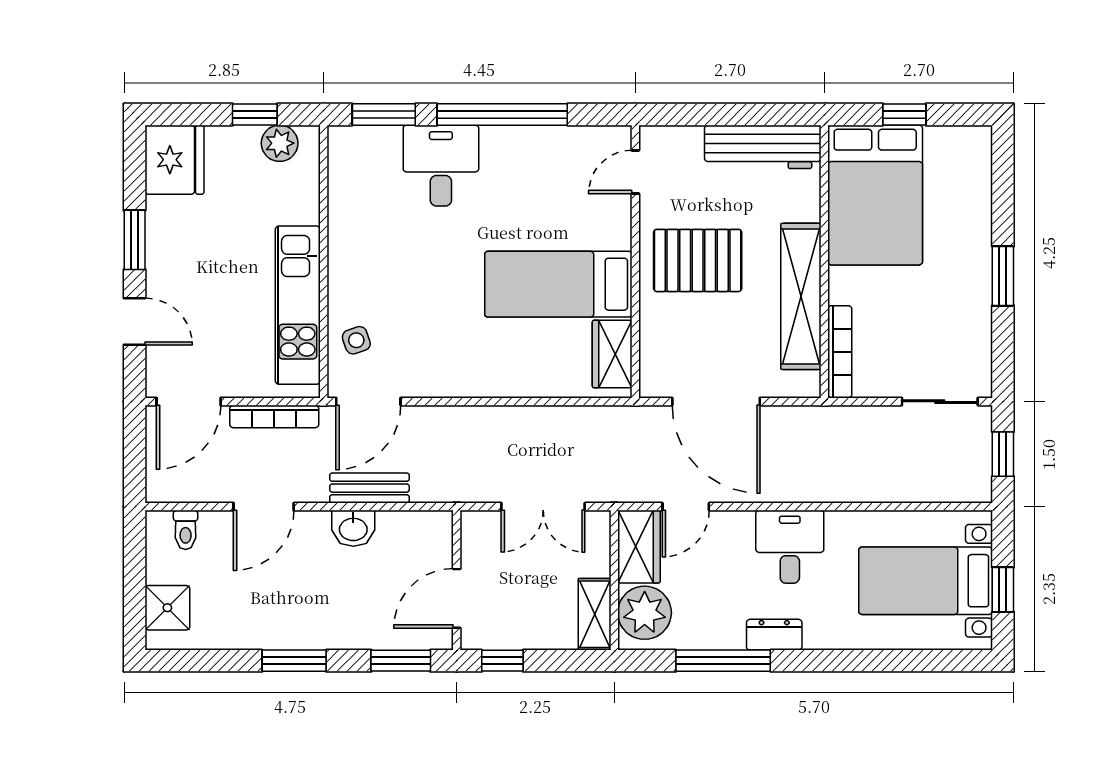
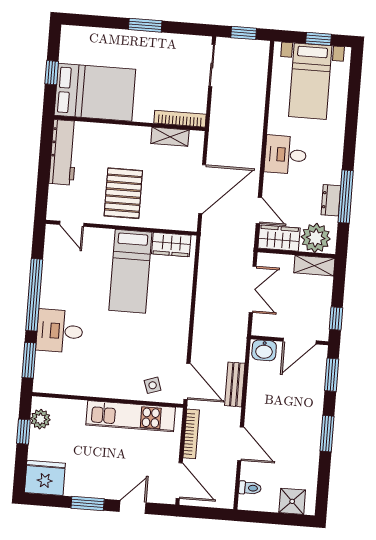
shelving: (801, 296) -> (170, 137), width x0.45, depth x0.75
washbasin: (353, 528) -> (264, 350), moved, turned 90
door: (457, 598) -> (300, 341), hinge flipped
dresser: (774, 635) -> (331, 200), moved

